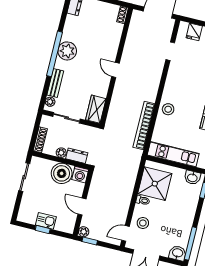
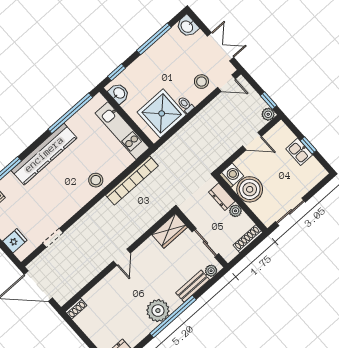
door: (82, 207) -> (252, 141), hinge flipped
window: (191, 243) -> (154, 39), moved

